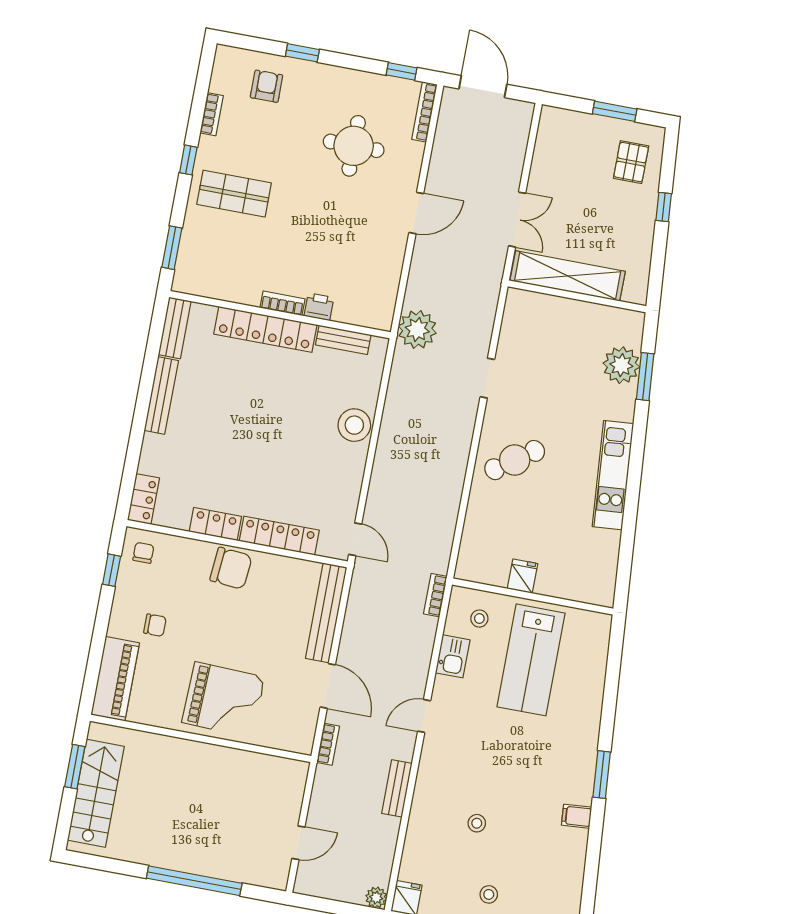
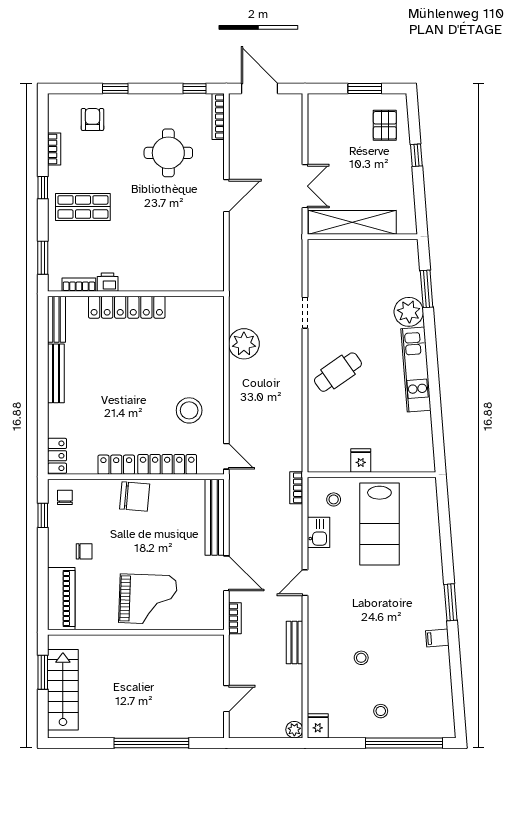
bookcase: (282, 303) -> (79, 285), moved
printer: (319, 307) -> (108, 282), moved
plant: (417, 329) -> (244, 344), moved
bench: (343, 340) -> (188, 304), removed
plant: (621, 365) -> (409, 312), moved
stool: (354, 425) -> (189, 410), moved

